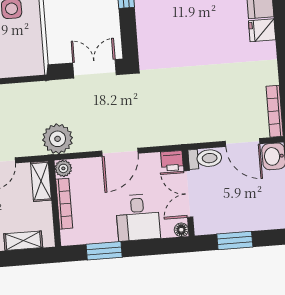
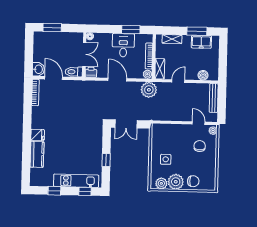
door: (120, 152) -> (117, 80), hinge flipped
desk: (138, 217) -> (123, 45), moved
window: (235, 241) -> (52, 28), moved

